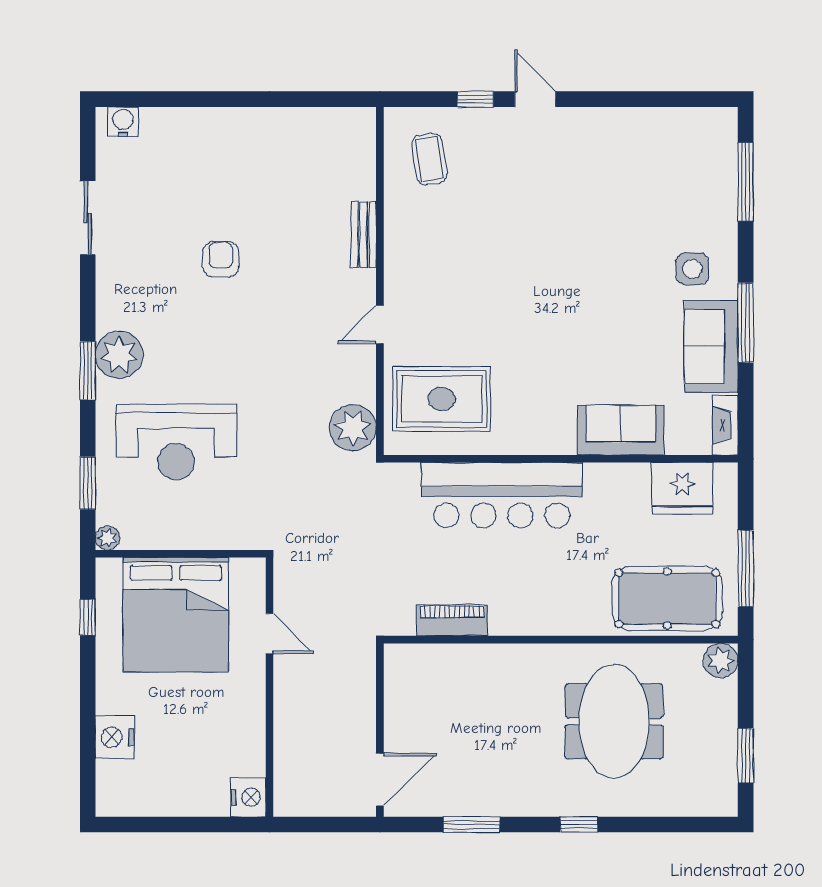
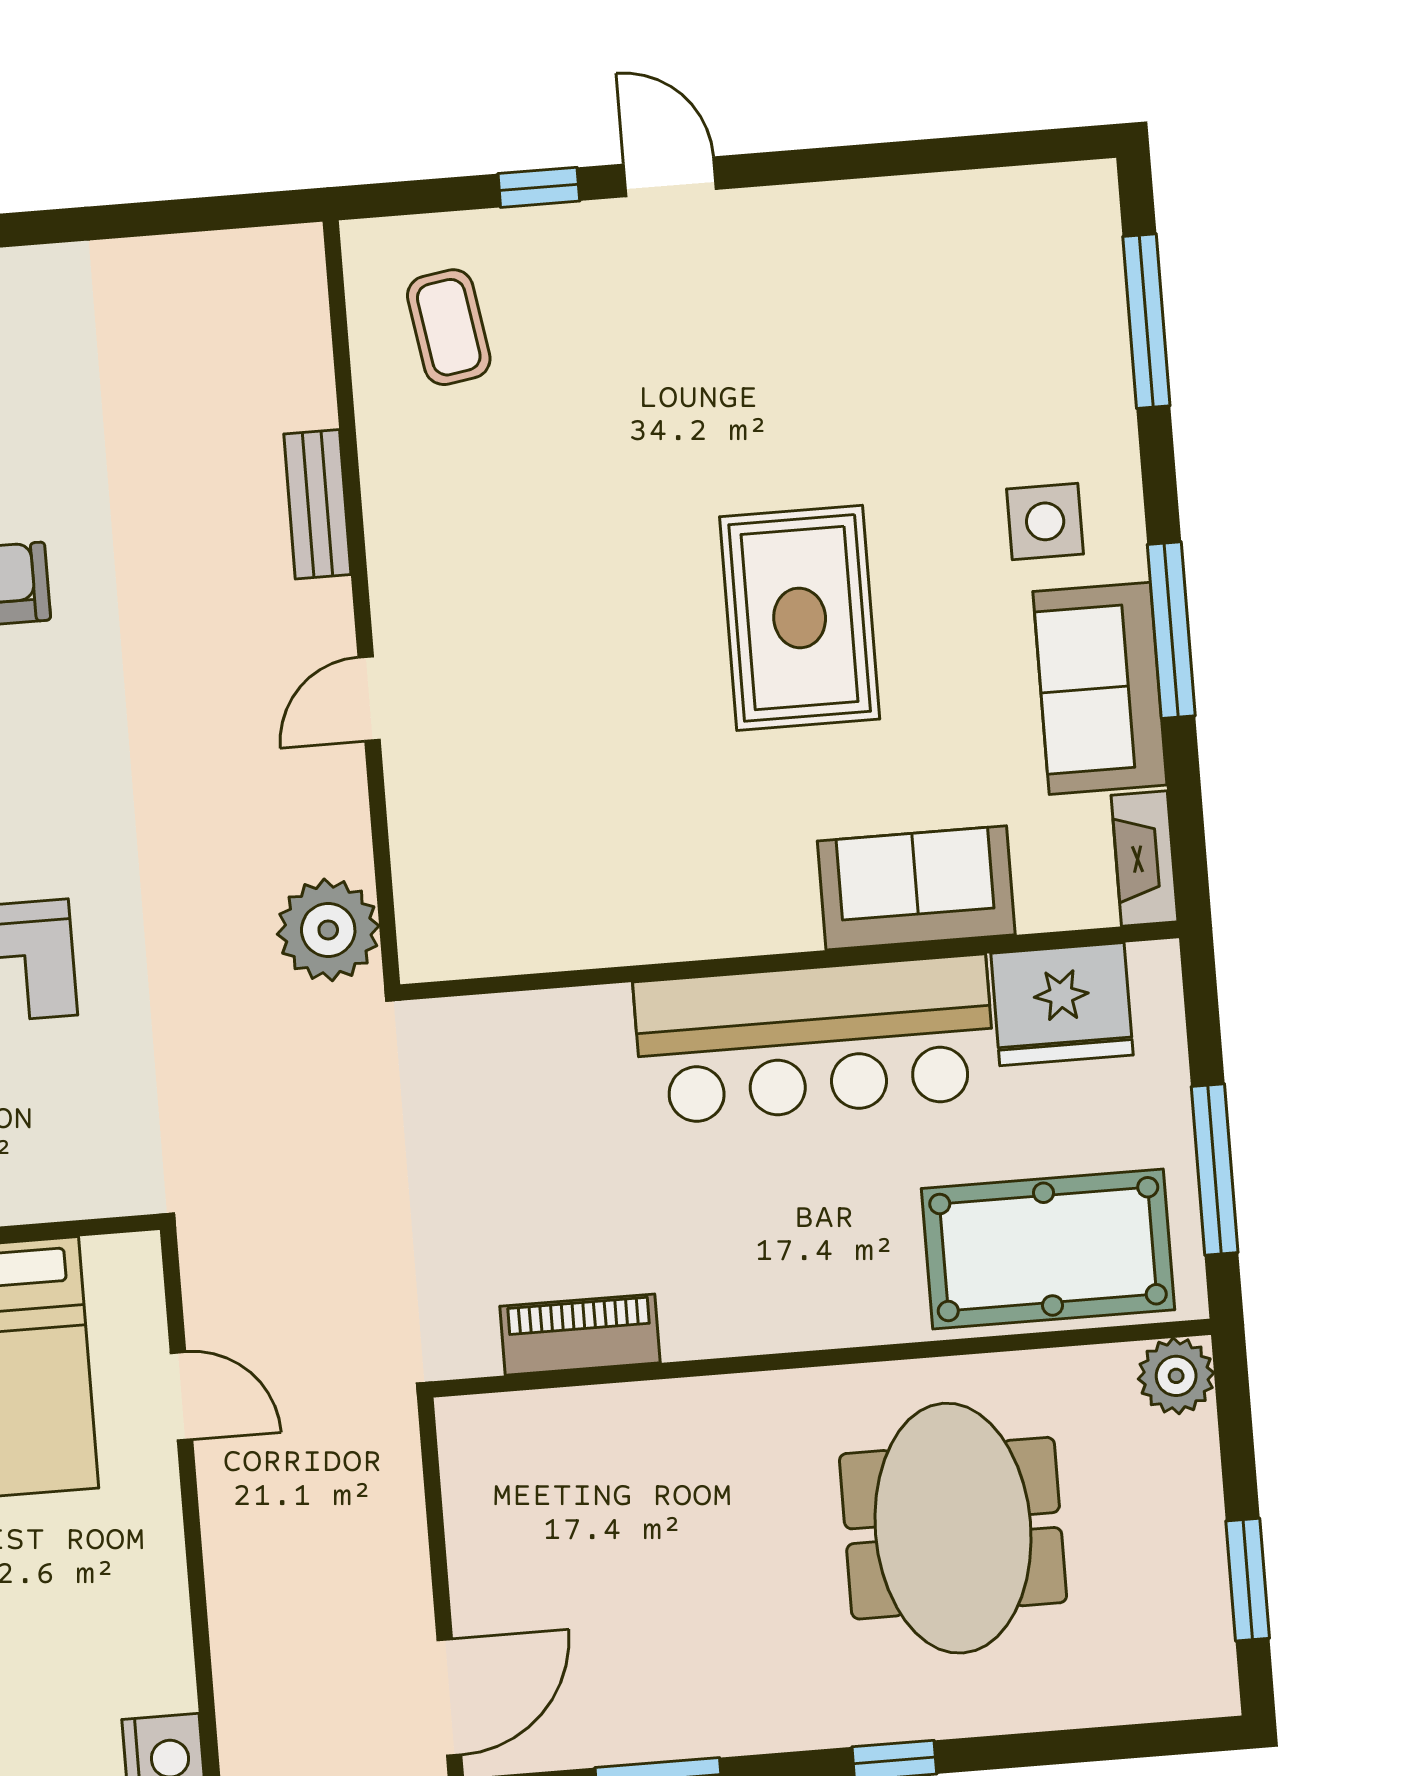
rug: (442, 399) -> (800, 618), moved, turned 90
bar counter: (502, 495) -> (815, 1040), moved

